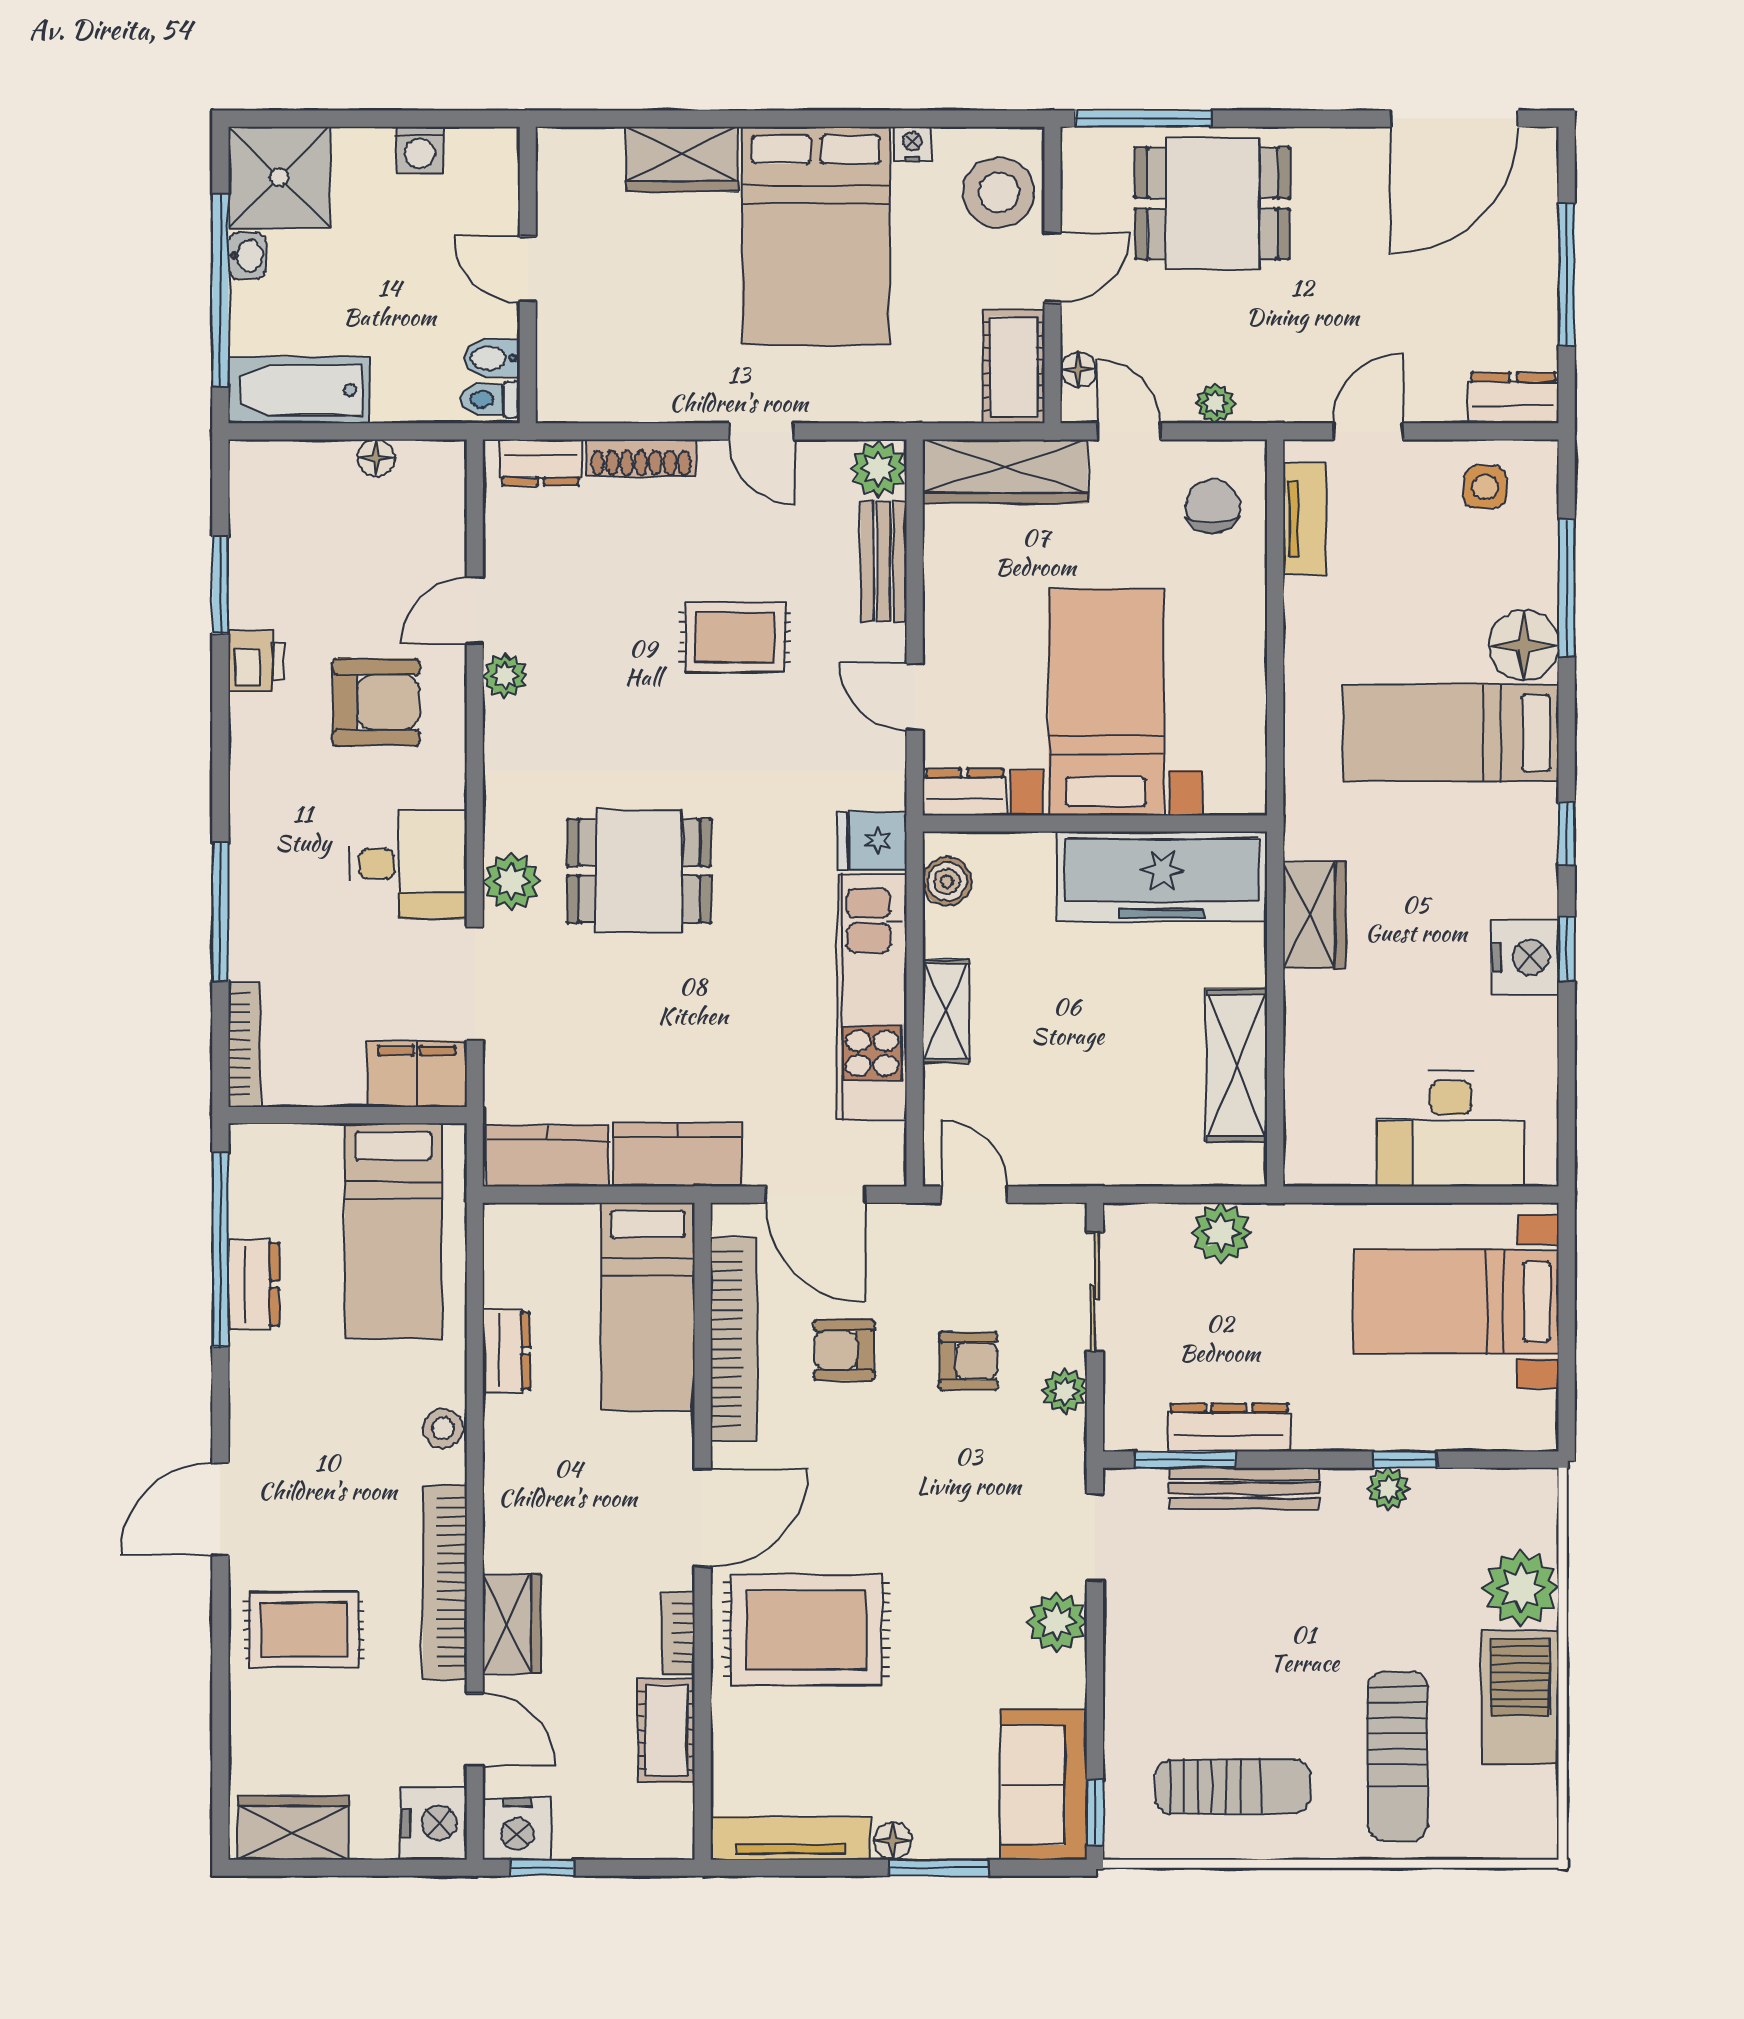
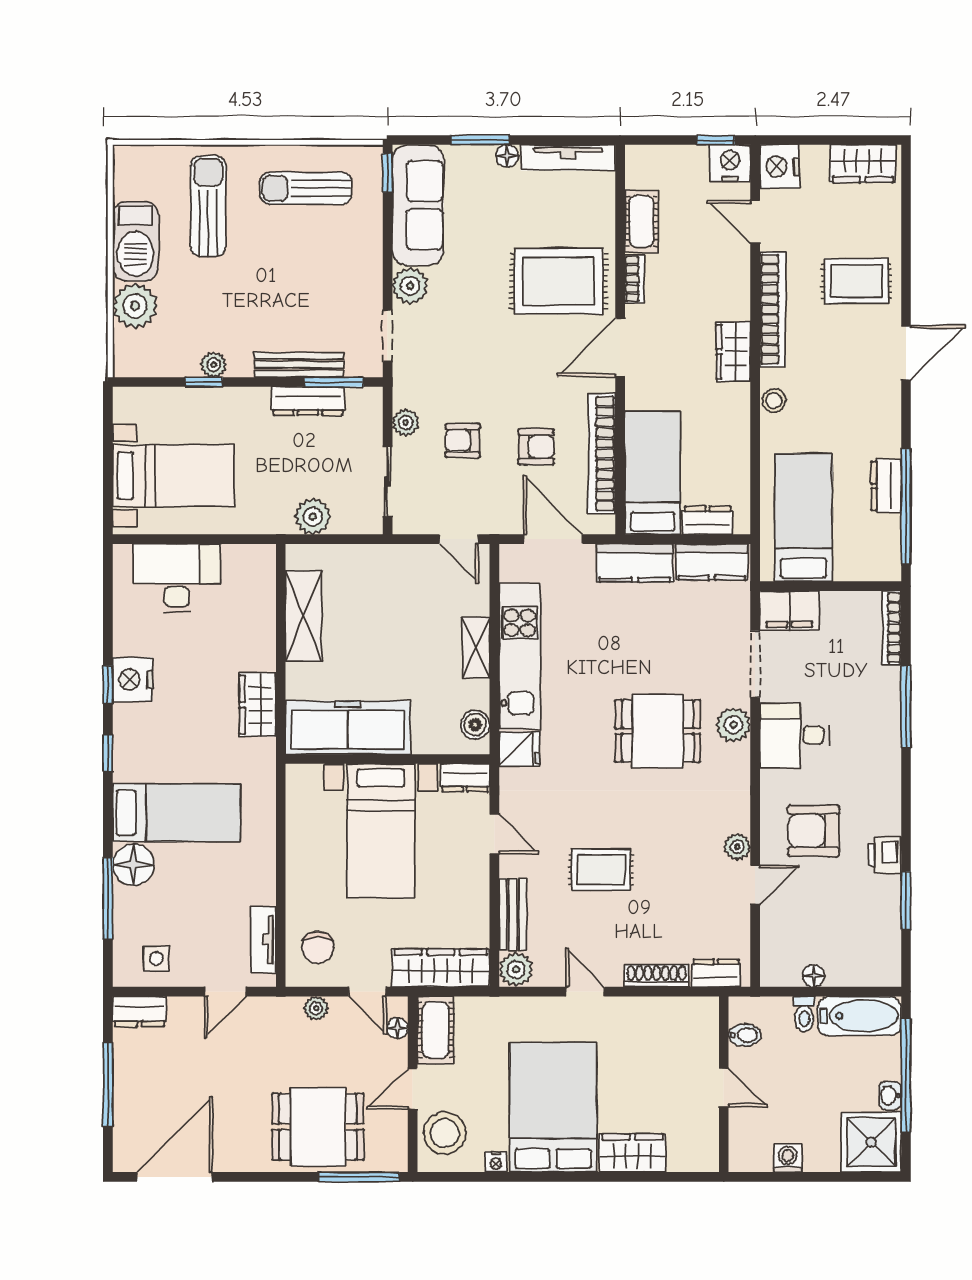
toilet: (490, 399) -> (804, 1014), moved, turned 90
dresser: (506, 1351) -> (708, 520), moved, turned 90
wardrobe: (512, 1624) -> (733, 352), moved
sofa: (1044, 1785) -> (418, 205), width x1.36

